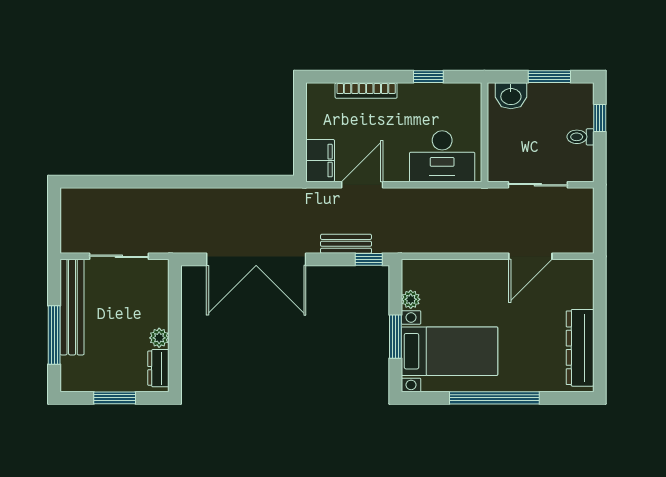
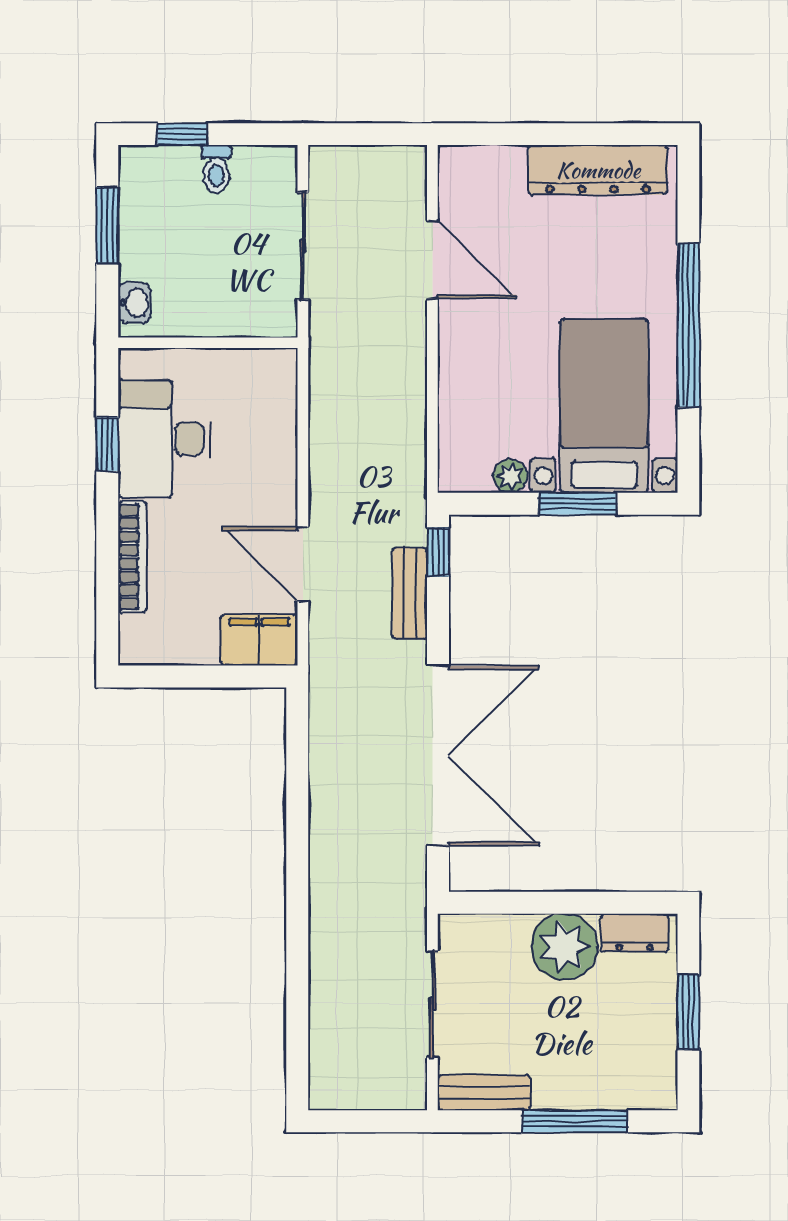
washbasin: (511, 96) -> (135, 303), width x0.72, depth x0.69
desk: (442, 156) -> (164, 439), moved, turned 180
bench: (72, 307) -> (484, 1093), width x0.54, depth x0.82
plant: (159, 338) -> (564, 947), width x1.87, depth x1.87

